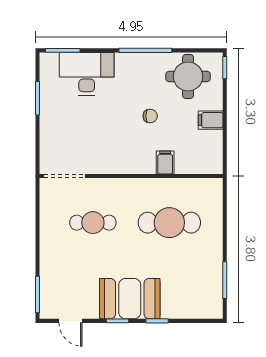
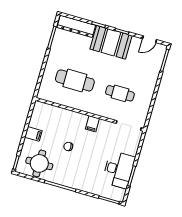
desk: (87, 74) -> (119, 170), moved, turned -90
filing cabinet: (165, 162) -> (92, 124), moved
dresser: (191, 308) -> (76, 26), added
door: (71, 321) -> (150, 39), swing flipped

